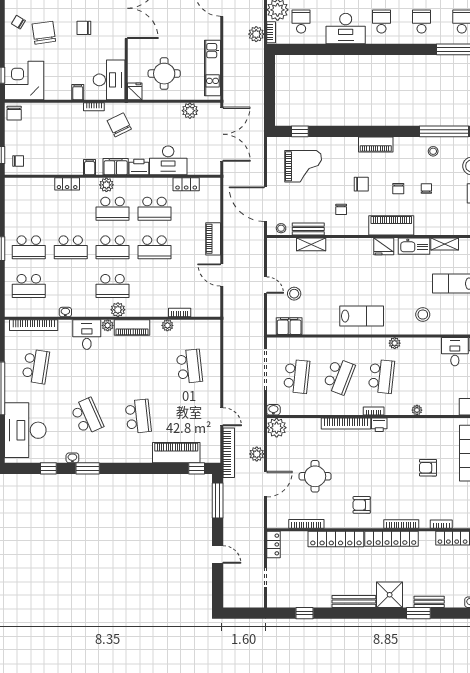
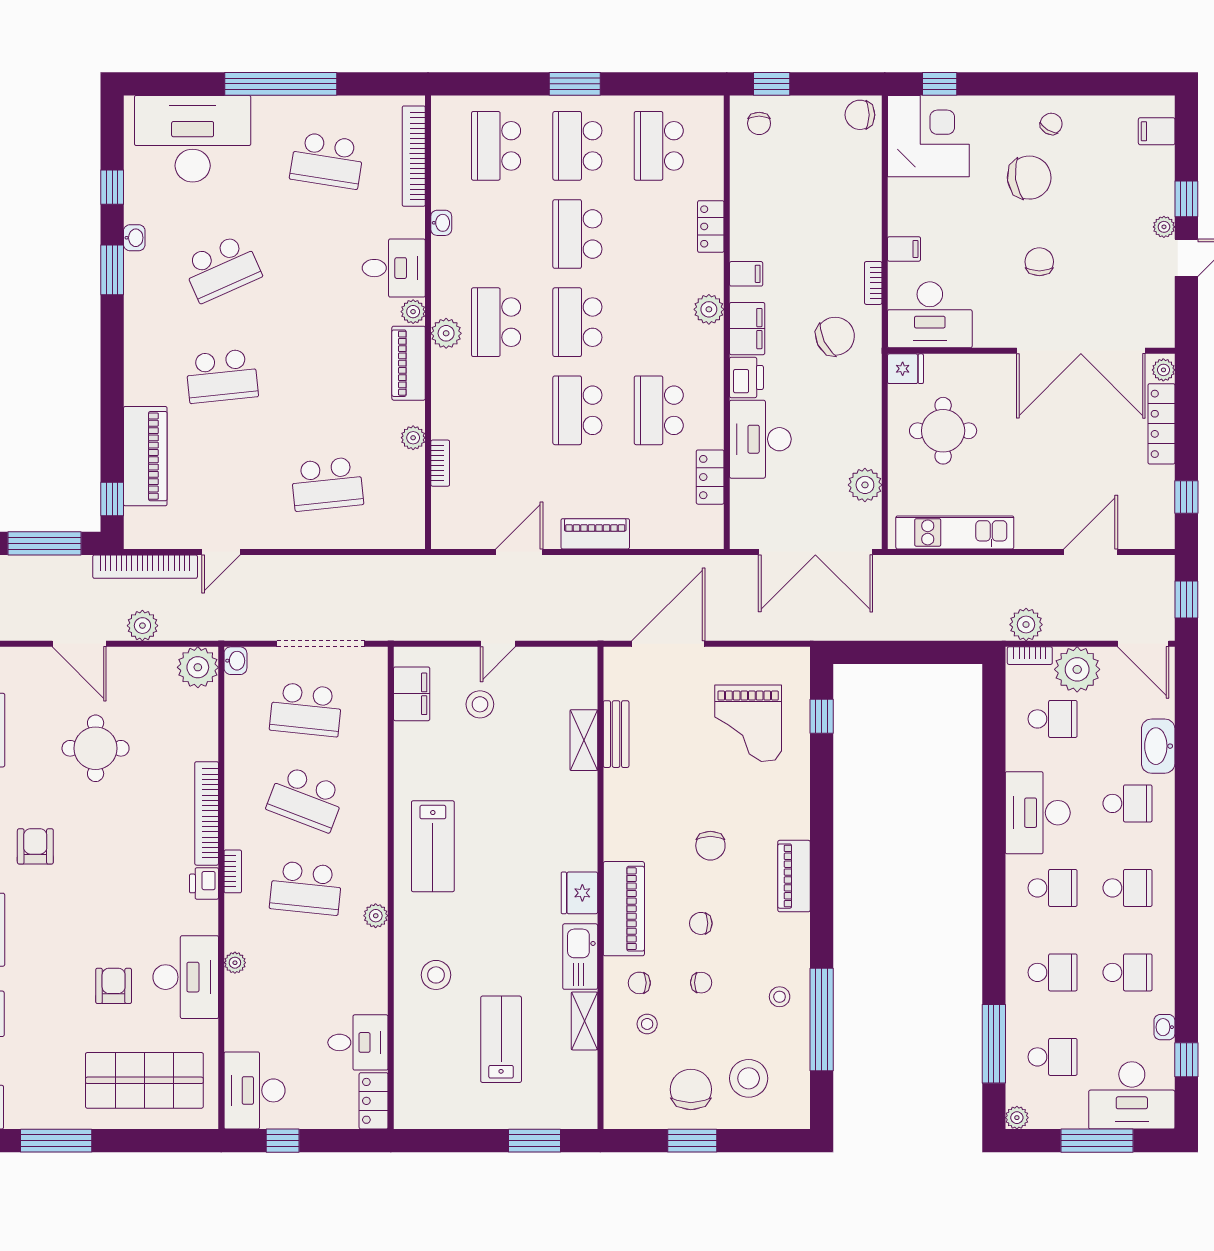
school desk: (113, 209) -> (659, 146), moved
chair: (341, 209) -> (639, 983), moved
stool: (281, 228) -> (647, 1024), moved
desk: (424, 433) -> (186, 977), added

